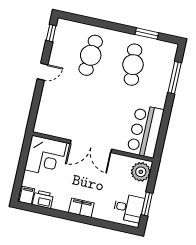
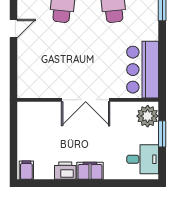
corner desk: (46, 156) -> (38, 122), removed
printer: (43, 199) -> (65, 171), moved
window: (147, 204) -> (162, 134), moved

